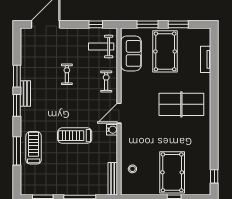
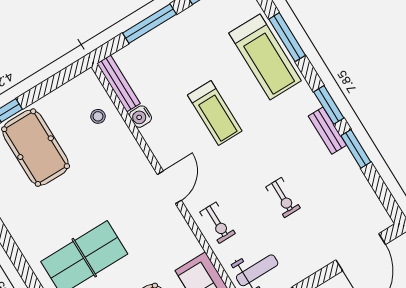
water cooler: (112, 130) -> (140, 117), moved
treadmill: (75, 136) -> (215, 113), turned 90
treadmill: (34, 148) -> (265, 57), width x1.37, depth x1.38

